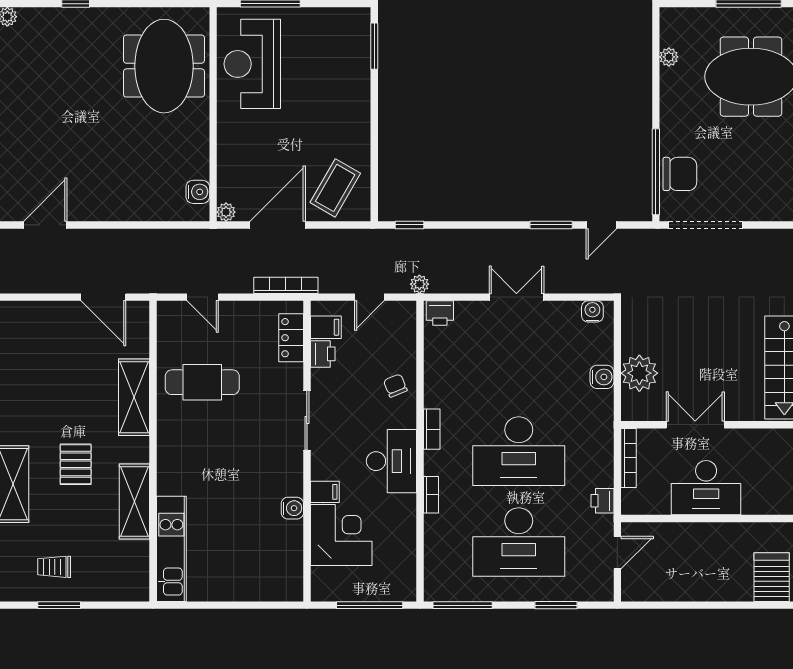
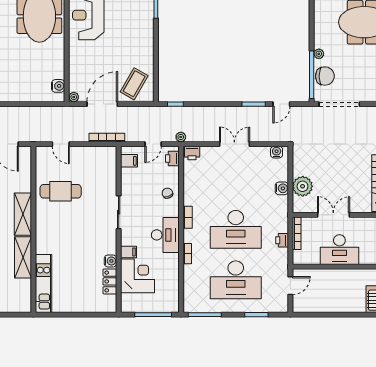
plant: (669, 57) -> (319, 54), moved
locker: (291, 338) -> (110, 281), moved
printer: (323, 354) -> (172, 158), moved, turned 180
shelving: (134, 397) -> (23, 214), moved
printer: (602, 501) -> (282, 240), moved

